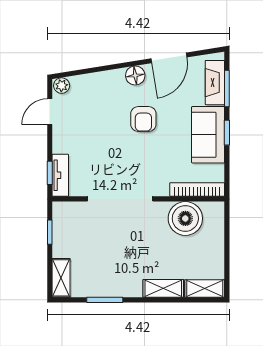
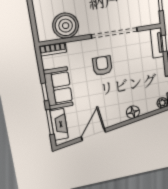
floor lamp: (135, 75) -> (133, 112), moved
armchair: (143, 119) -> (102, 66), moved
bookcase: (197, 190) -> (53, 49), width x0.64

